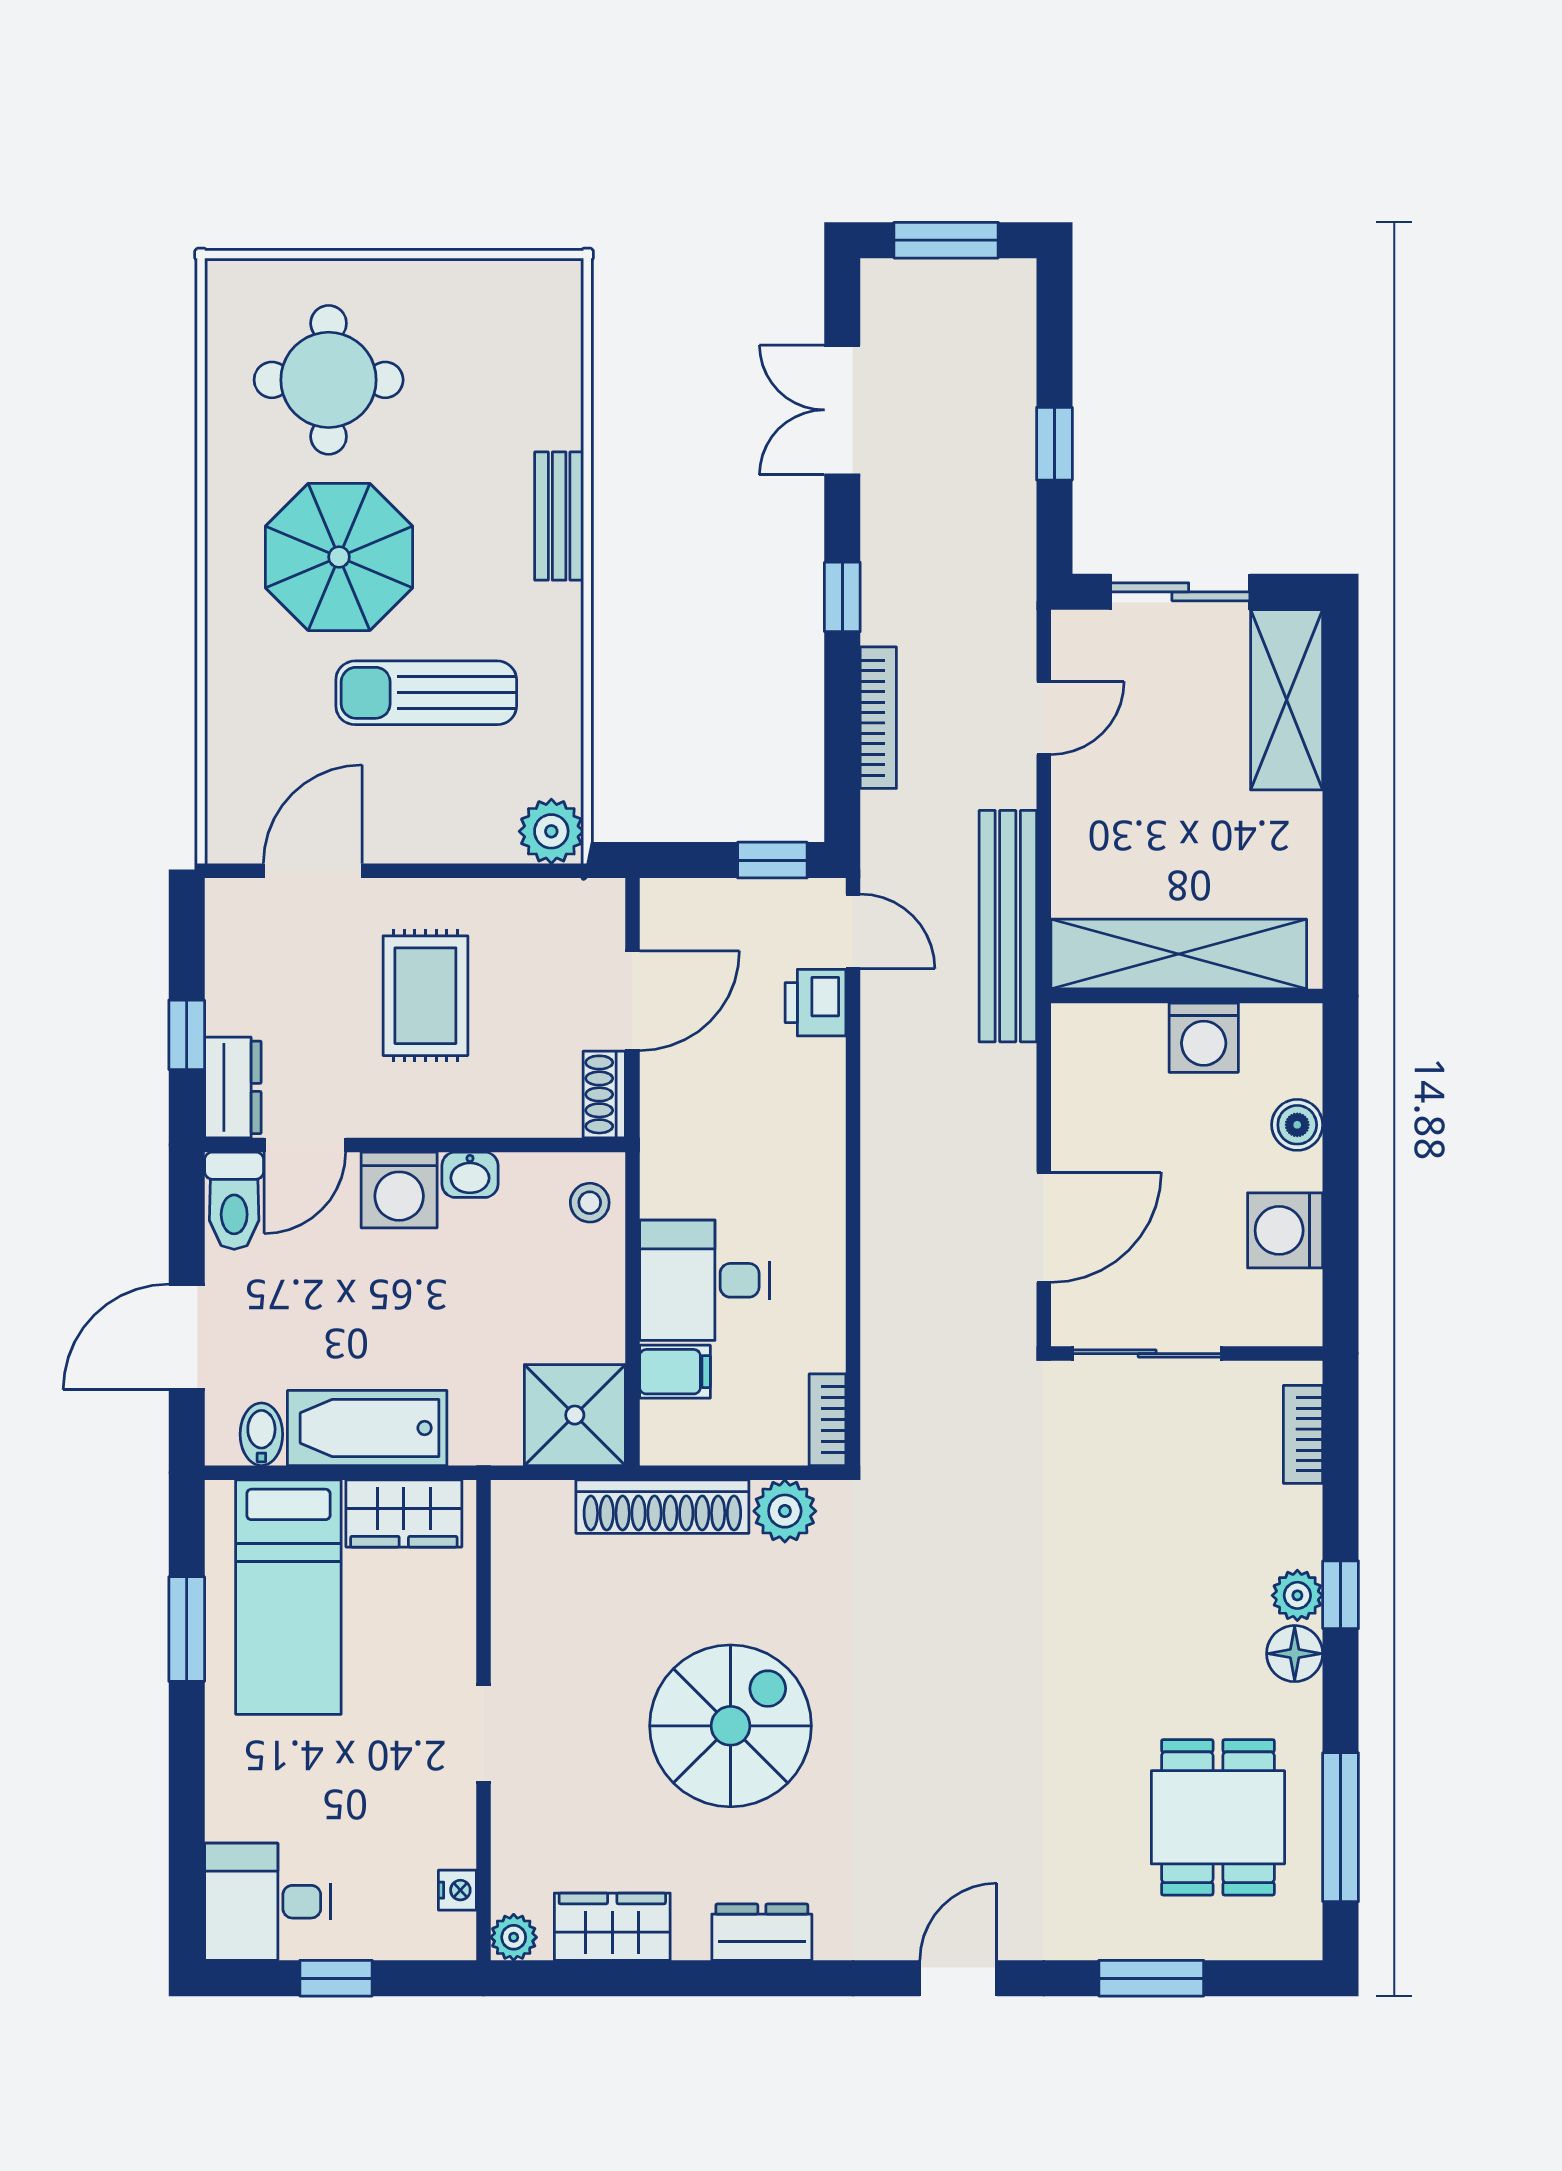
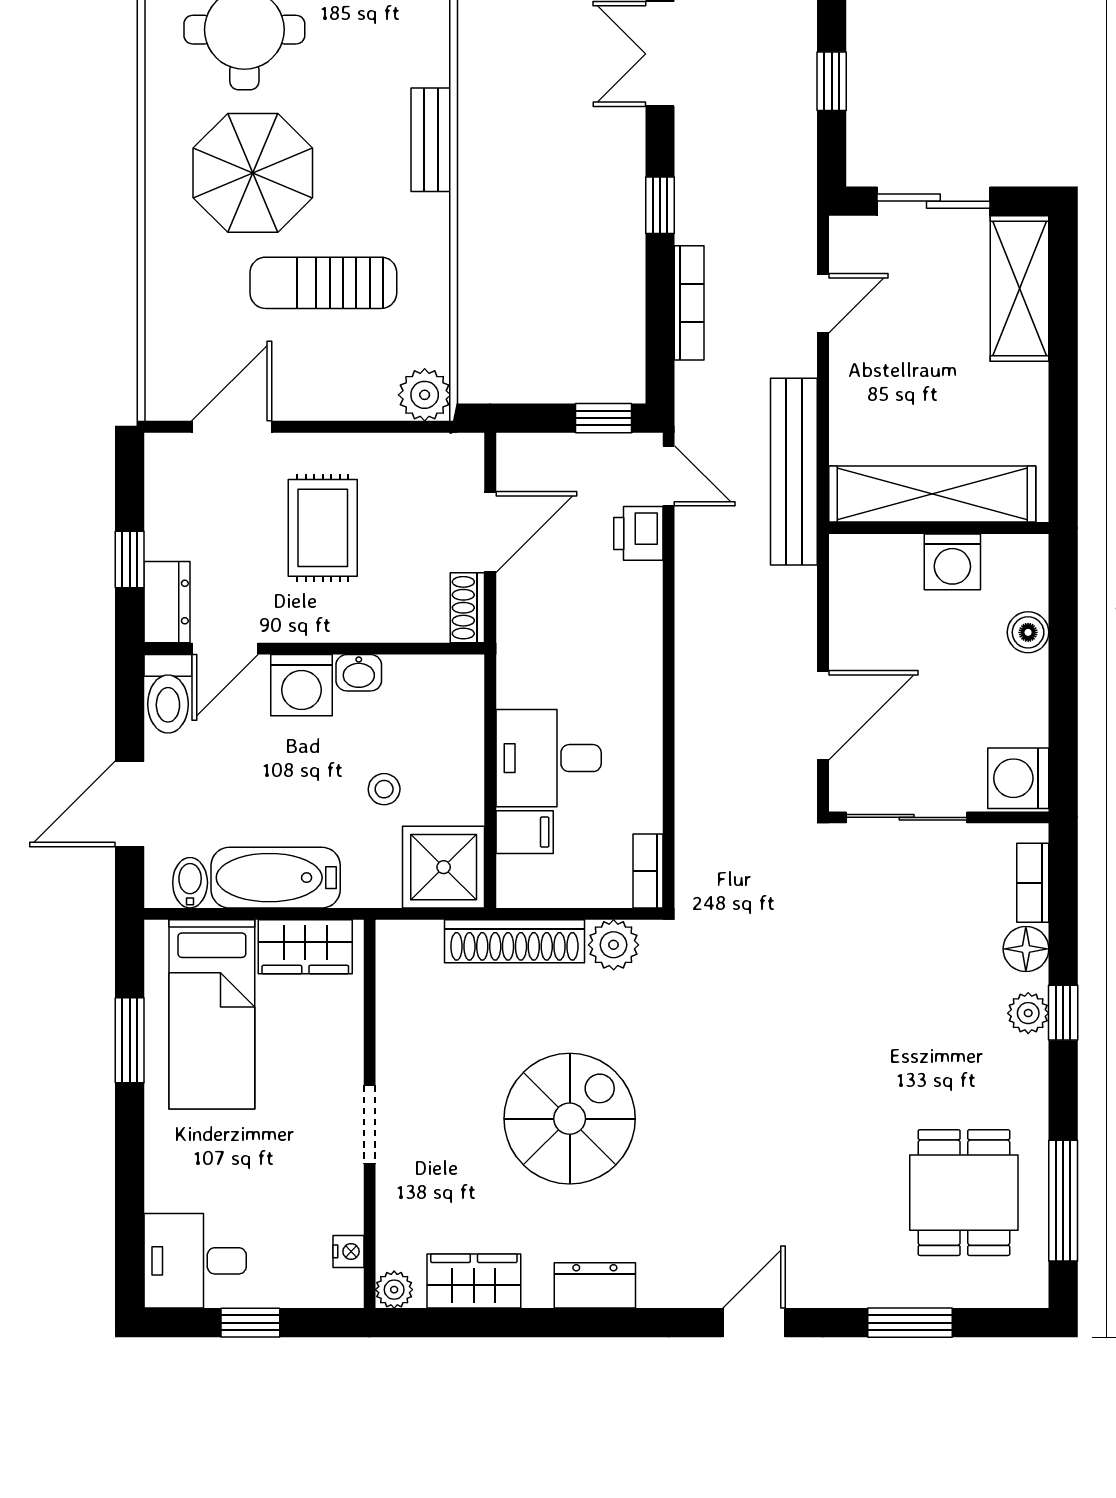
stool: (590, 1203) -> (384, 789), moved
washing machine: (1285, 1230) -> (1018, 778), moved
floor lamp: (1295, 1654) -> (1026, 949), moved

